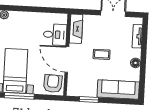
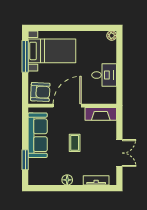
desk: (55, 35) -> (104, 75), moved, turned -90
sofa: (118, 89) -> (38, 135), moved
window: (89, 100) -> (25, 160), moved

